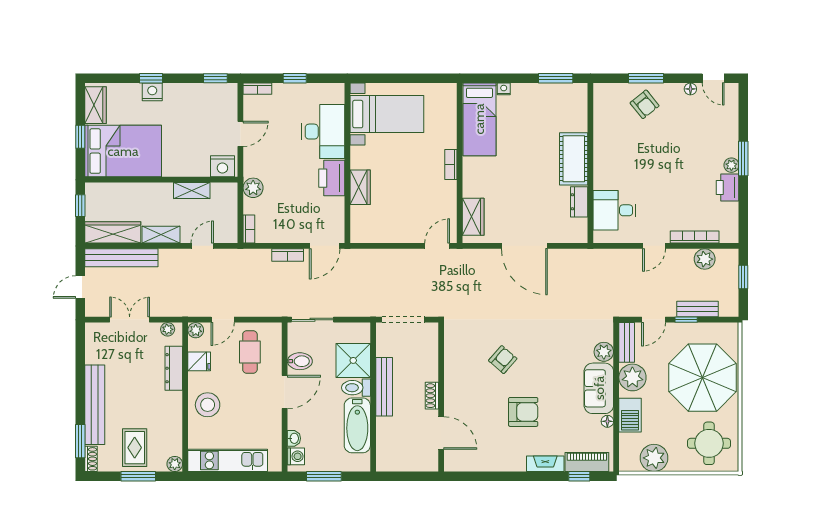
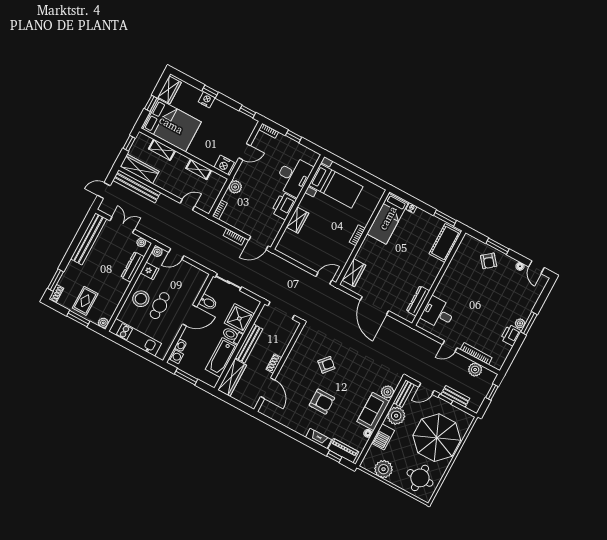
cot: (574, 159) -> (445, 243), moved
dresser: (579, 202) -> (418, 301), width x1.44
shelving: (161, 235) -> (162, 150), moved
cafe table: (250, 352) -> (160, 306), moved
bench: (95, 405) -> (89, 239), moved
wardrobe: (386, 444) -> (232, 378), added

